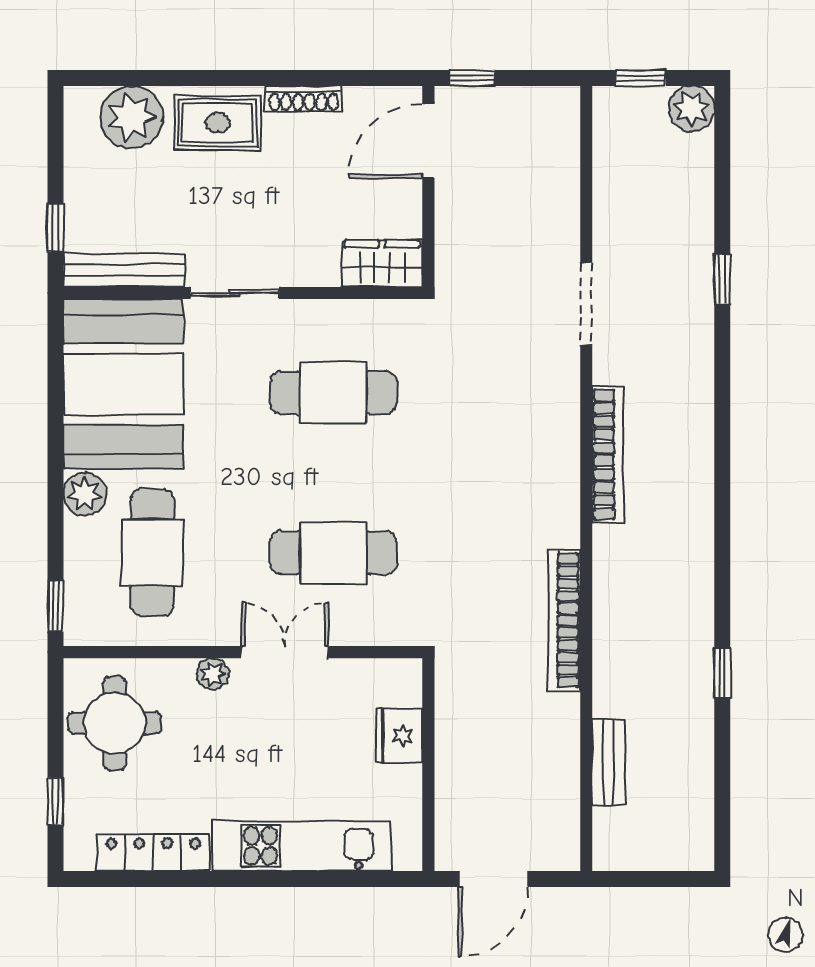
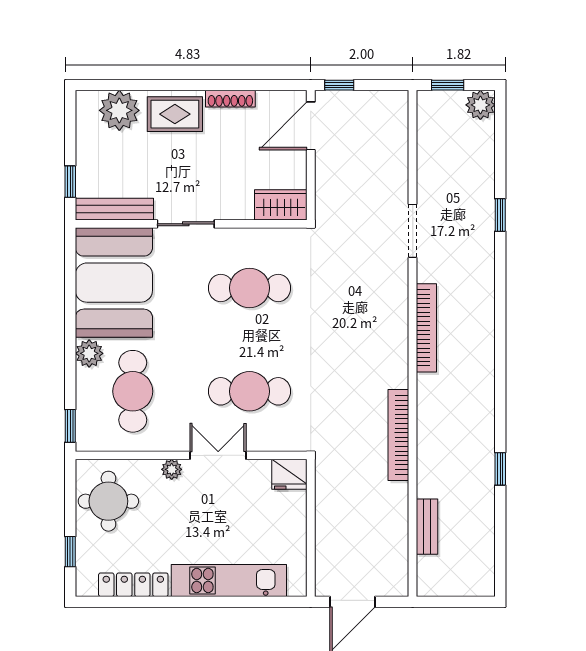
fridge: (399, 736) -> (289, 474), moved, turned -90

